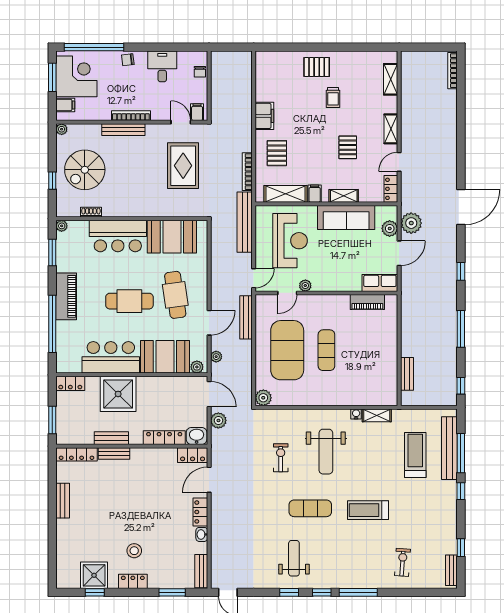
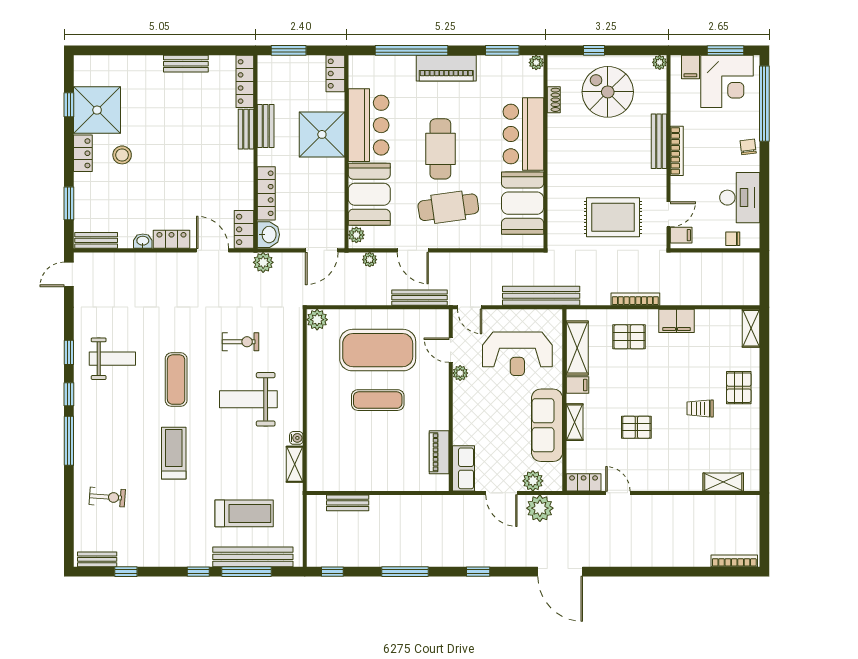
desk: (162, 66) -> (740, 198), width x1.37
shelving: (391, 129) -> (751, 328), moved, turned 90
bookcase: (247, 172) -> (635, 299), moved
plant: (218, 420) -> (263, 262), moved
shower: (94, 575) -> (97, 110), width x1.37, depth x1.37

